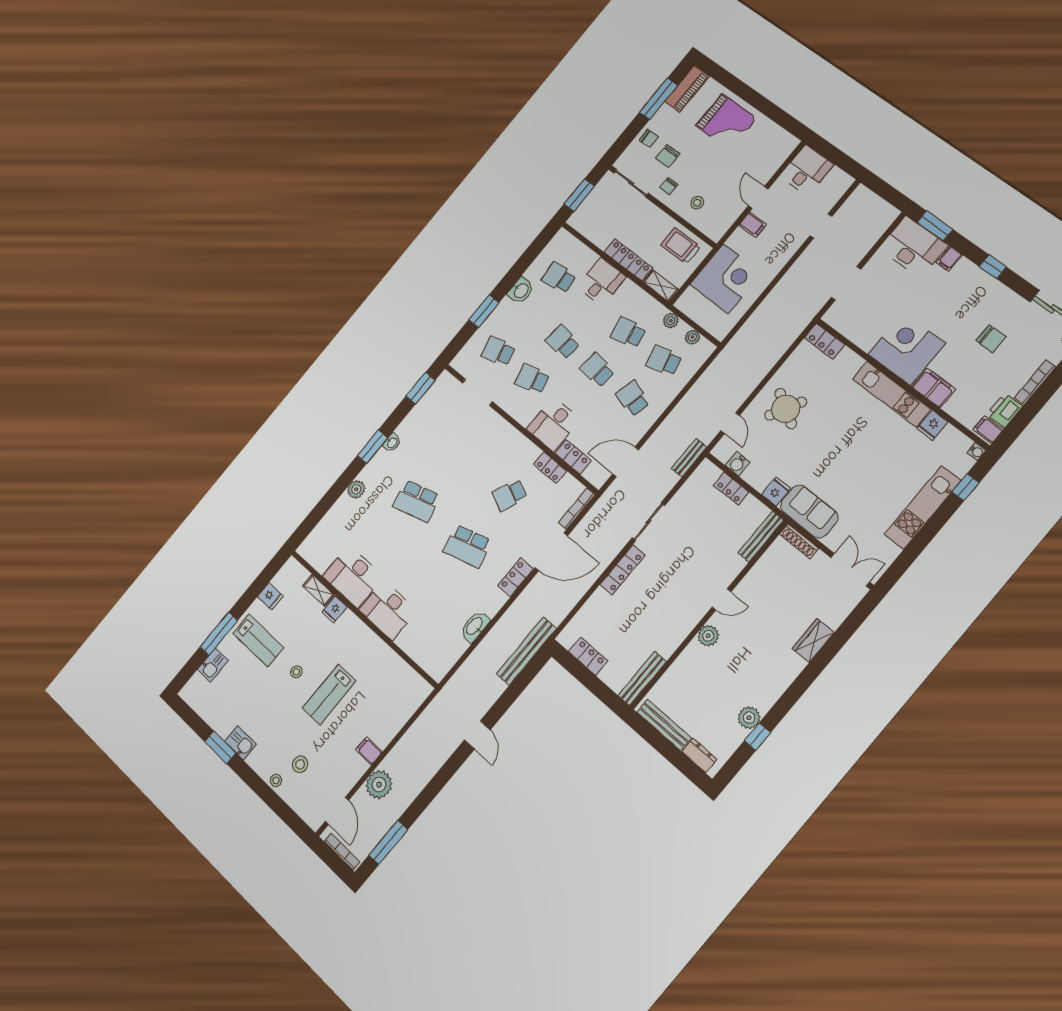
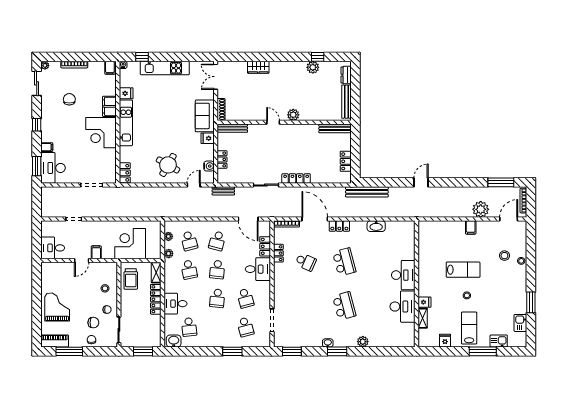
washbasin: (521, 291) -> (174, 341), moved
printer: (1005, 410) -> (96, 68), removed
kitchen sink: (240, 743) -> (520, 323), moved

